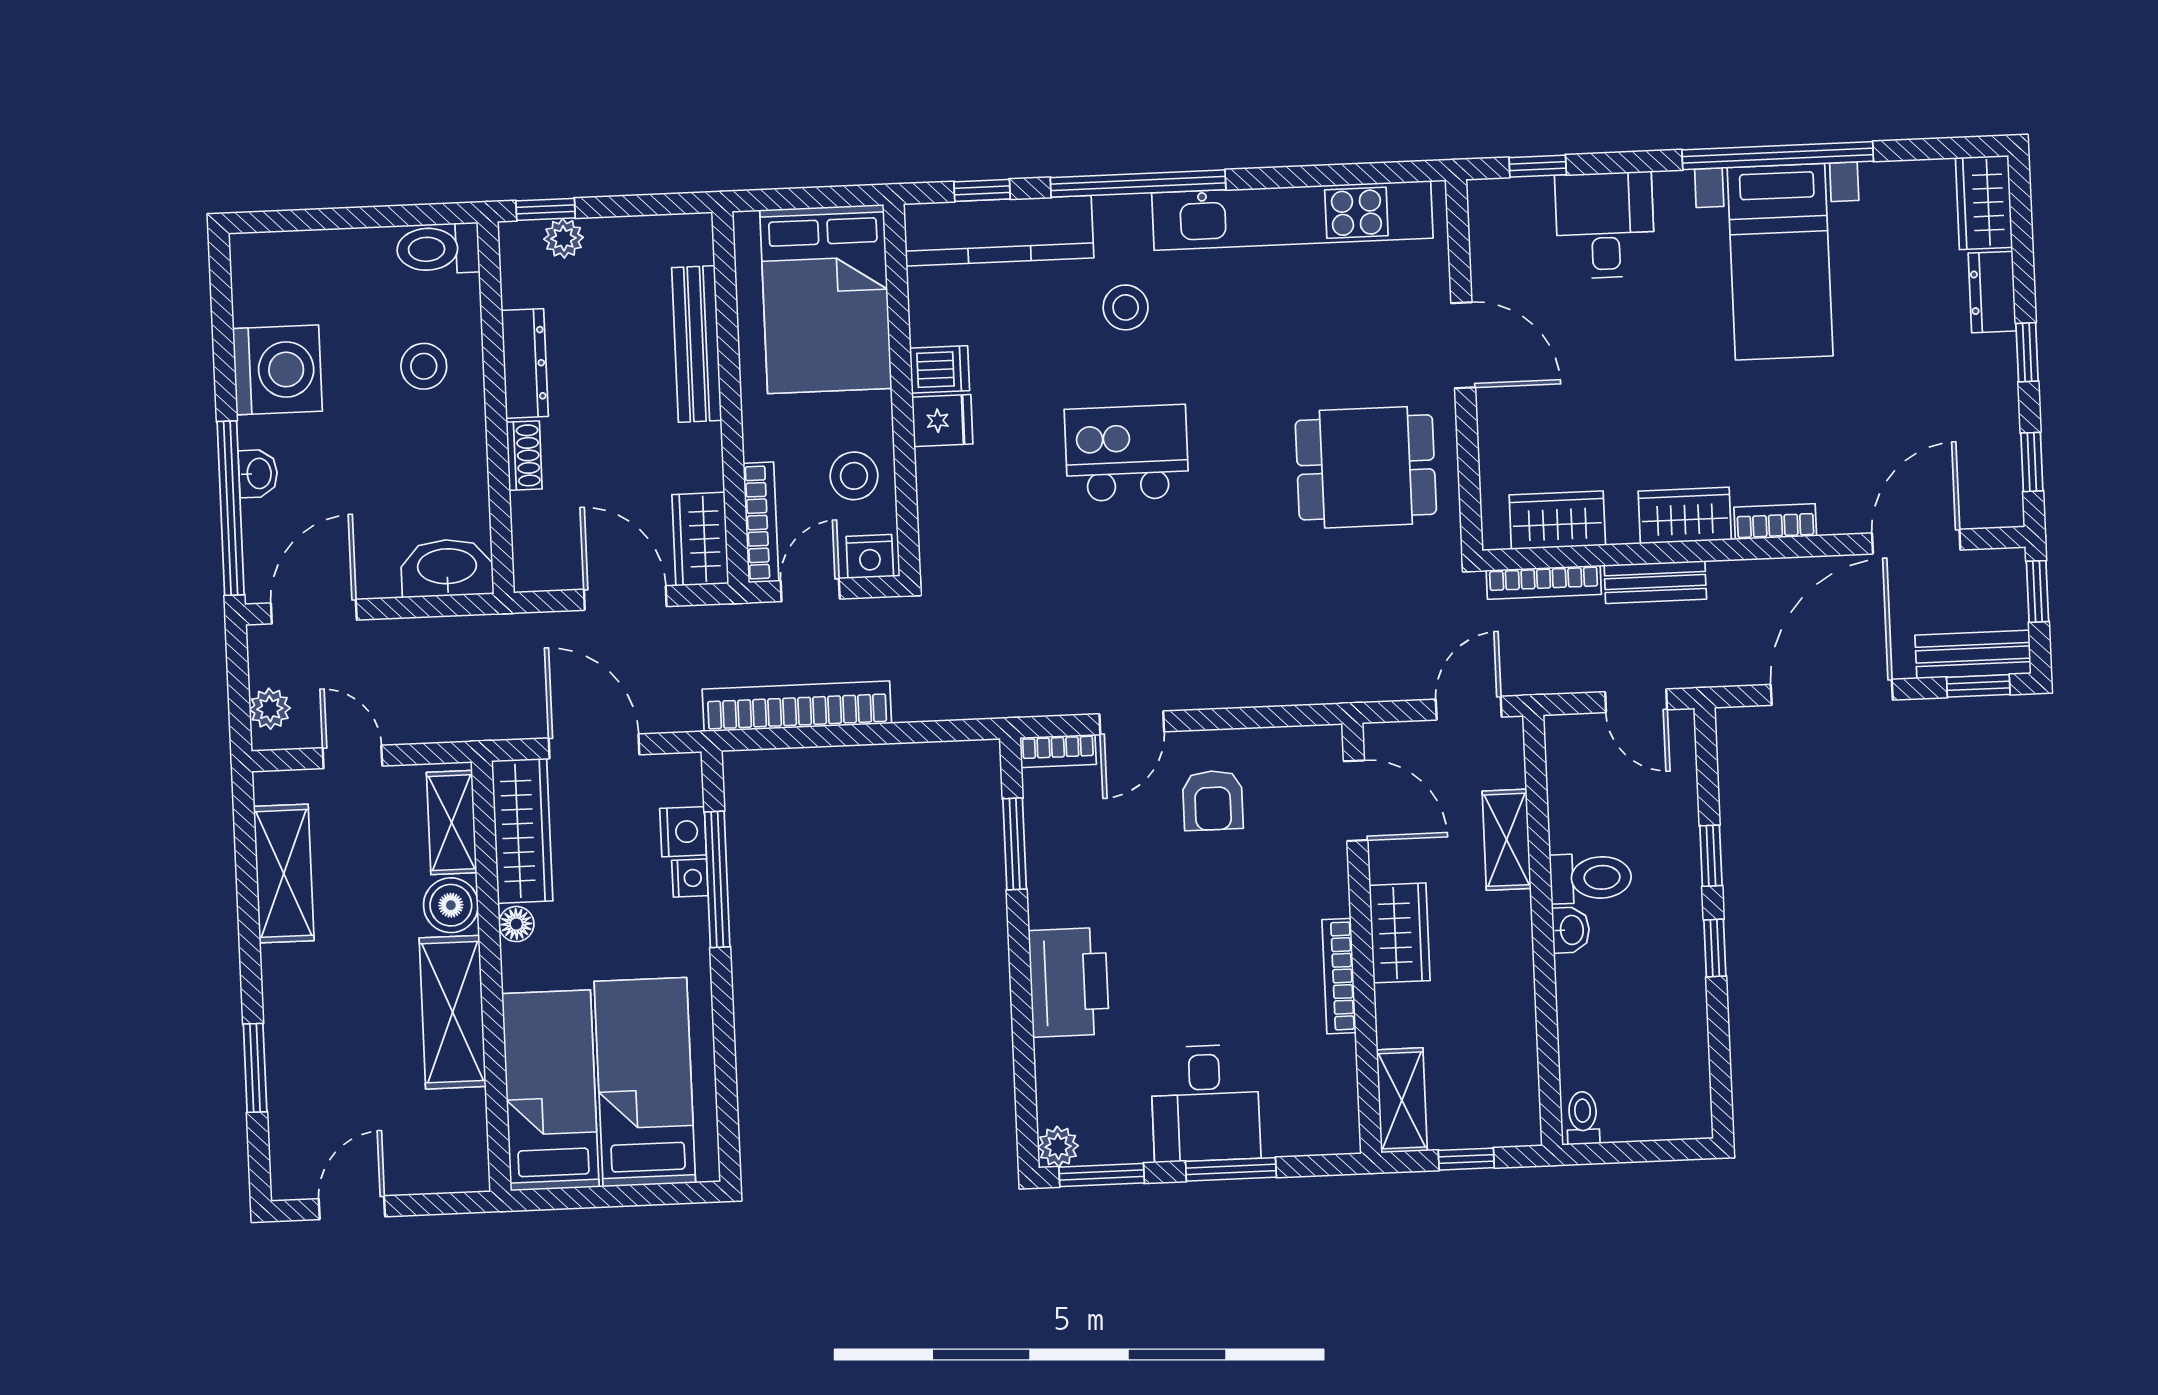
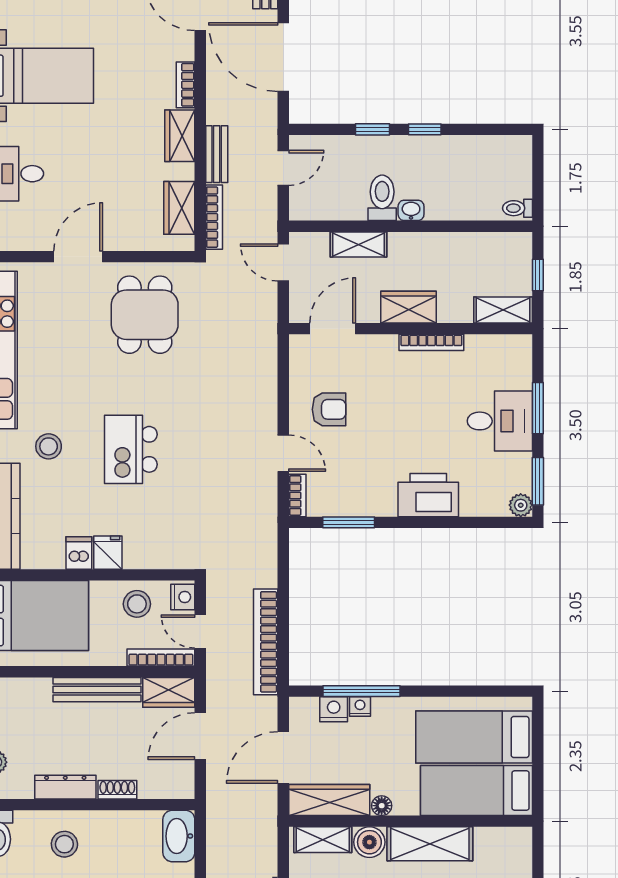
bench: (697, 344) -> (97, 690), moved

